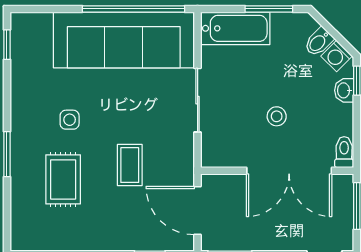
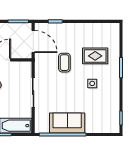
sofa: (124, 40) -> (67, 123), width x0.54, depth x0.79
rug: (63, 179) -> (95, 56), turned 90

